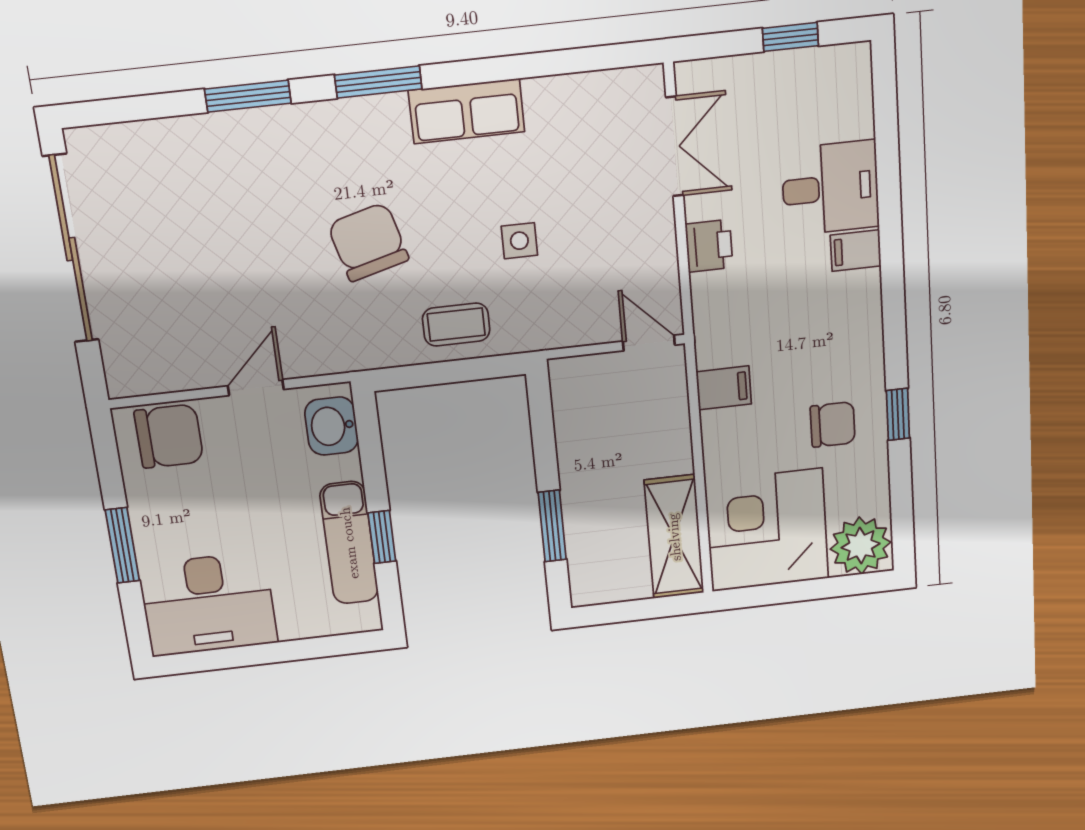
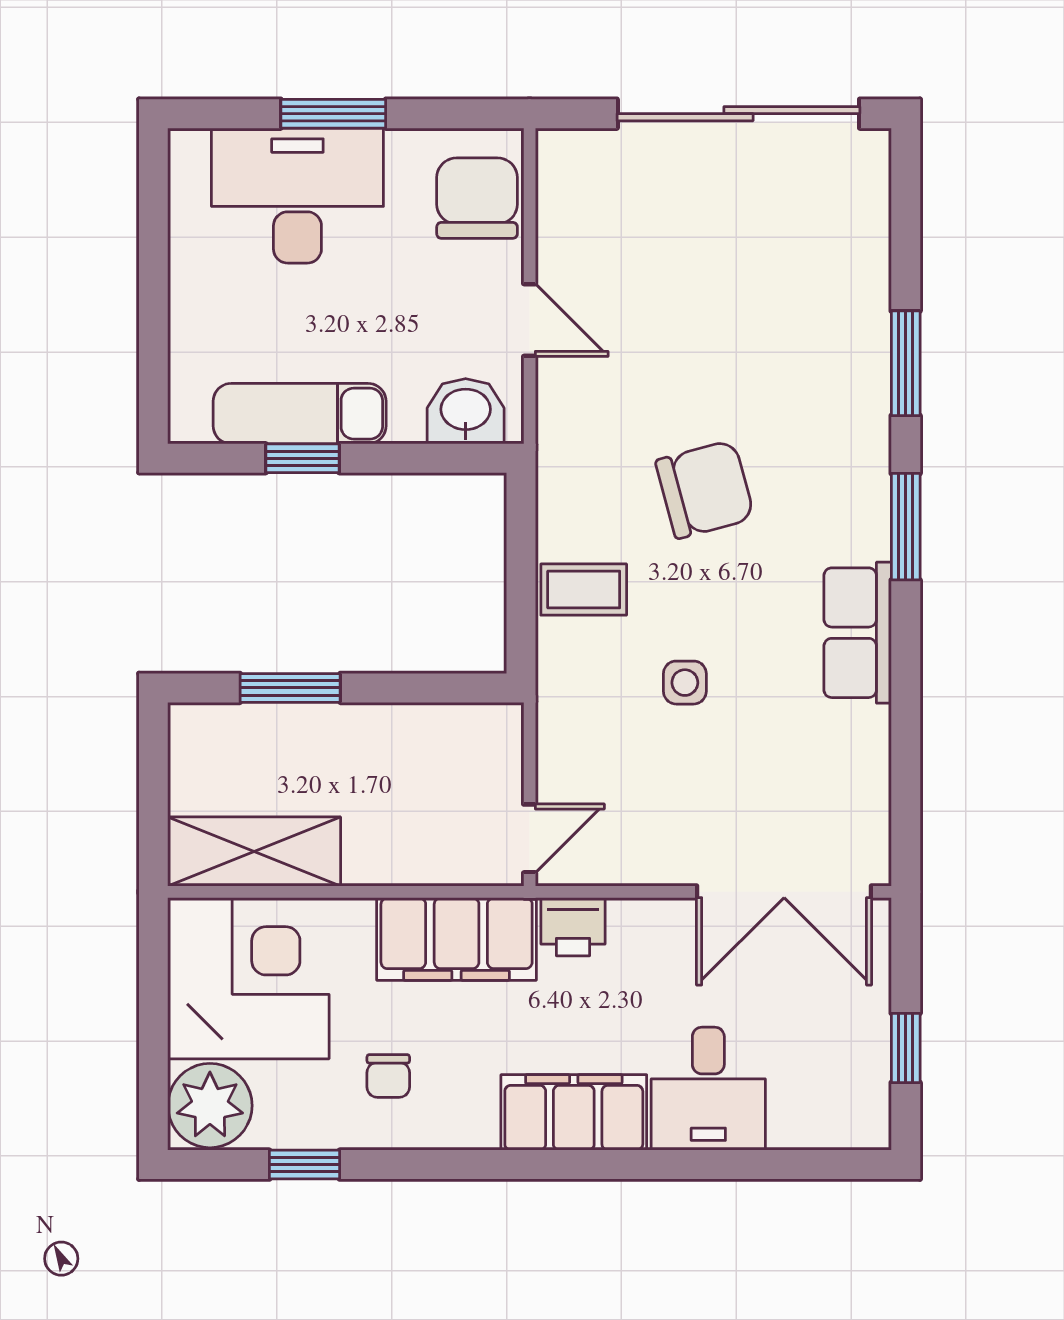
double door: (675, 147) -> (784, 892), width x1.37
printer: (709, 246) -> (573, 927), moved
filing cabinet: (856, 251) -> (574, 1112), width x3.00, depth x1.17
coffee table: (456, 325) -> (584, 590), turned 90
filing cabinet: (724, 388) -> (457, 939), width x3.00, depth x1.17
window: (898, 414) -> (304, 1165), moved
chair: (833, 424) -> (388, 1076), width x0.73, depth x0.73
chair: (169, 436) -> (477, 198), turned 180
desk: (208, 604) -> (297, 196), moved, turned 90

